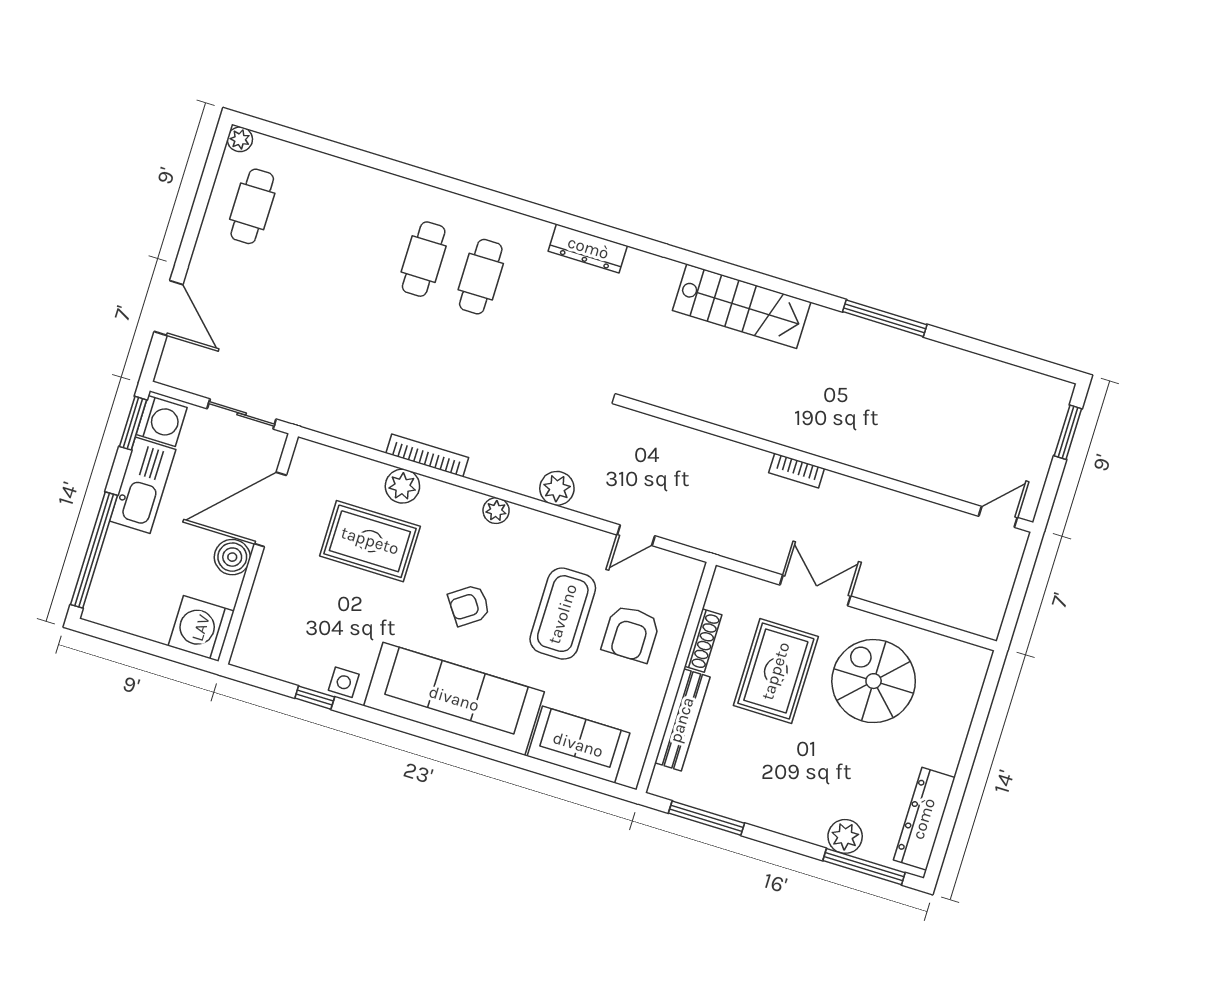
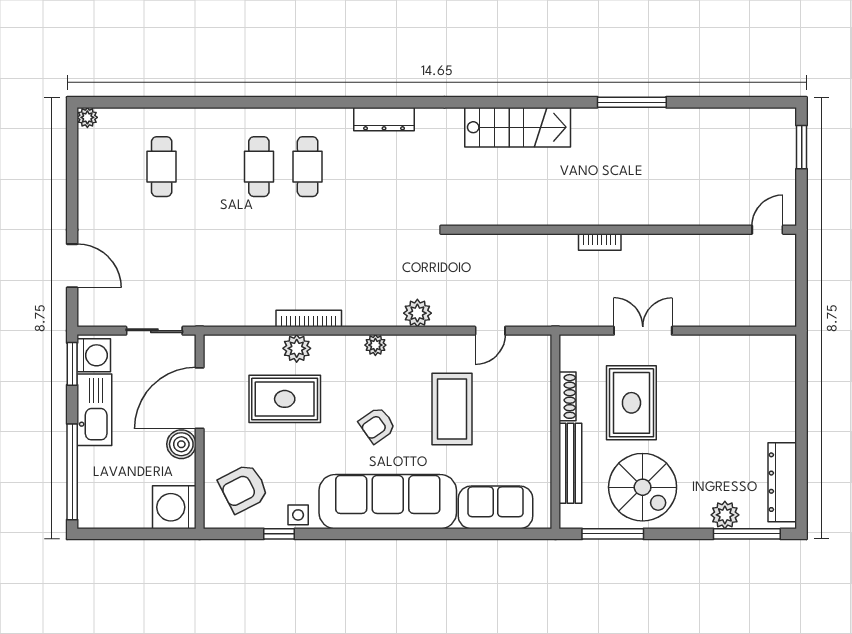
cafe table: (252, 206) -> (162, 167), moved
armchair: (631, 634) -> (244, 488), moved, turned 63
spiral stairs: (874, 681) -> (643, 487), moved, turned 180

